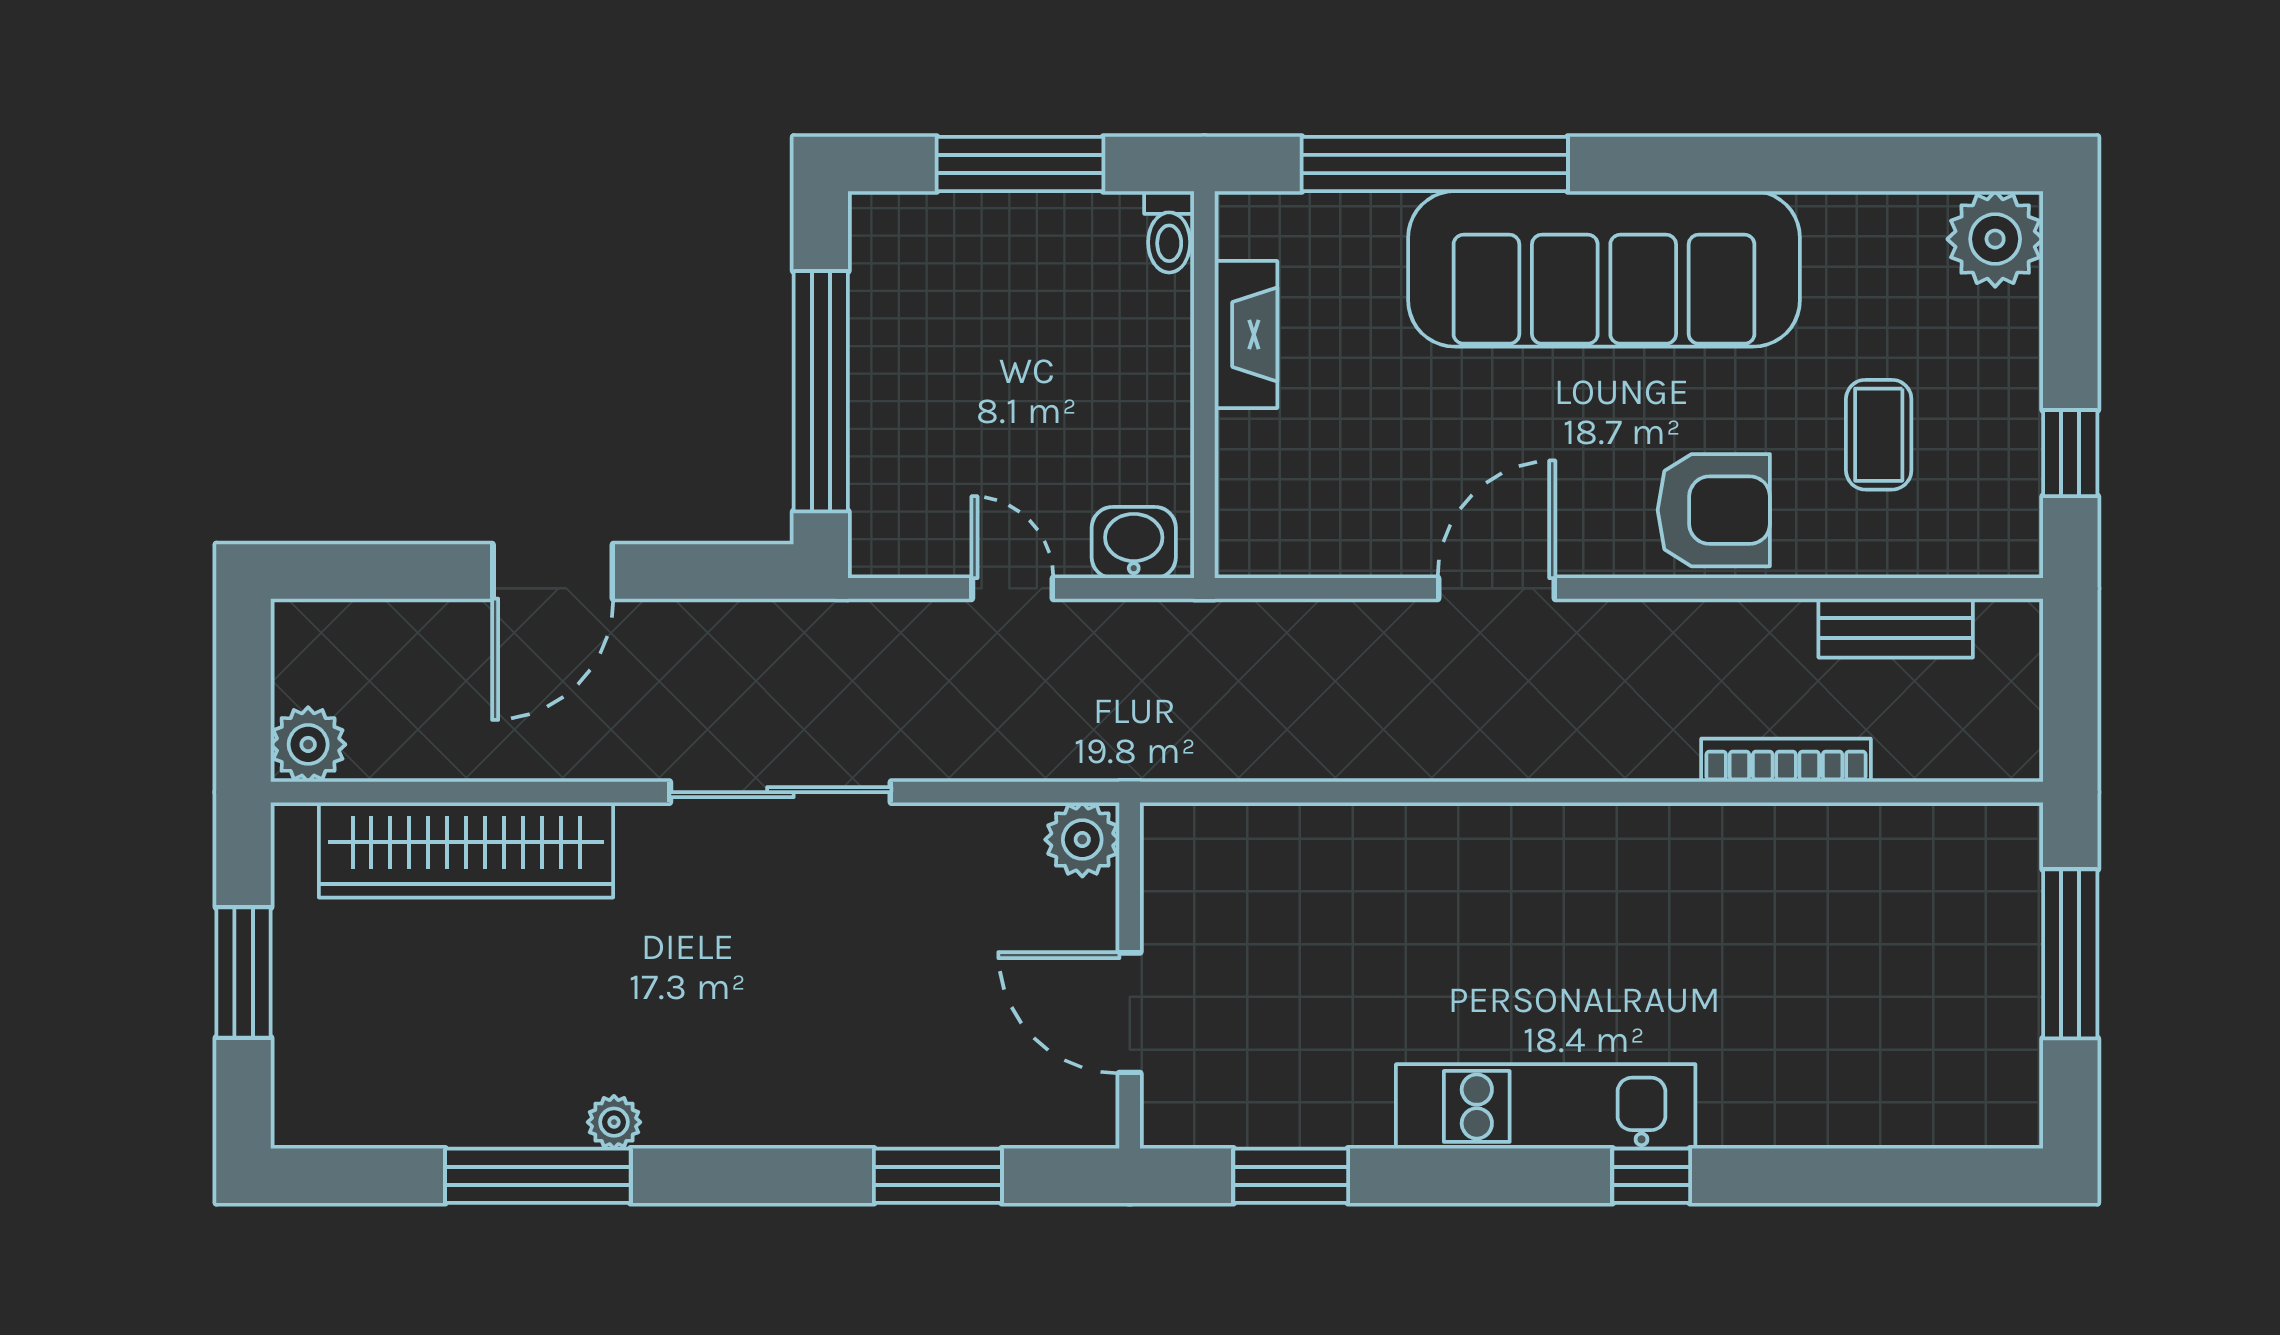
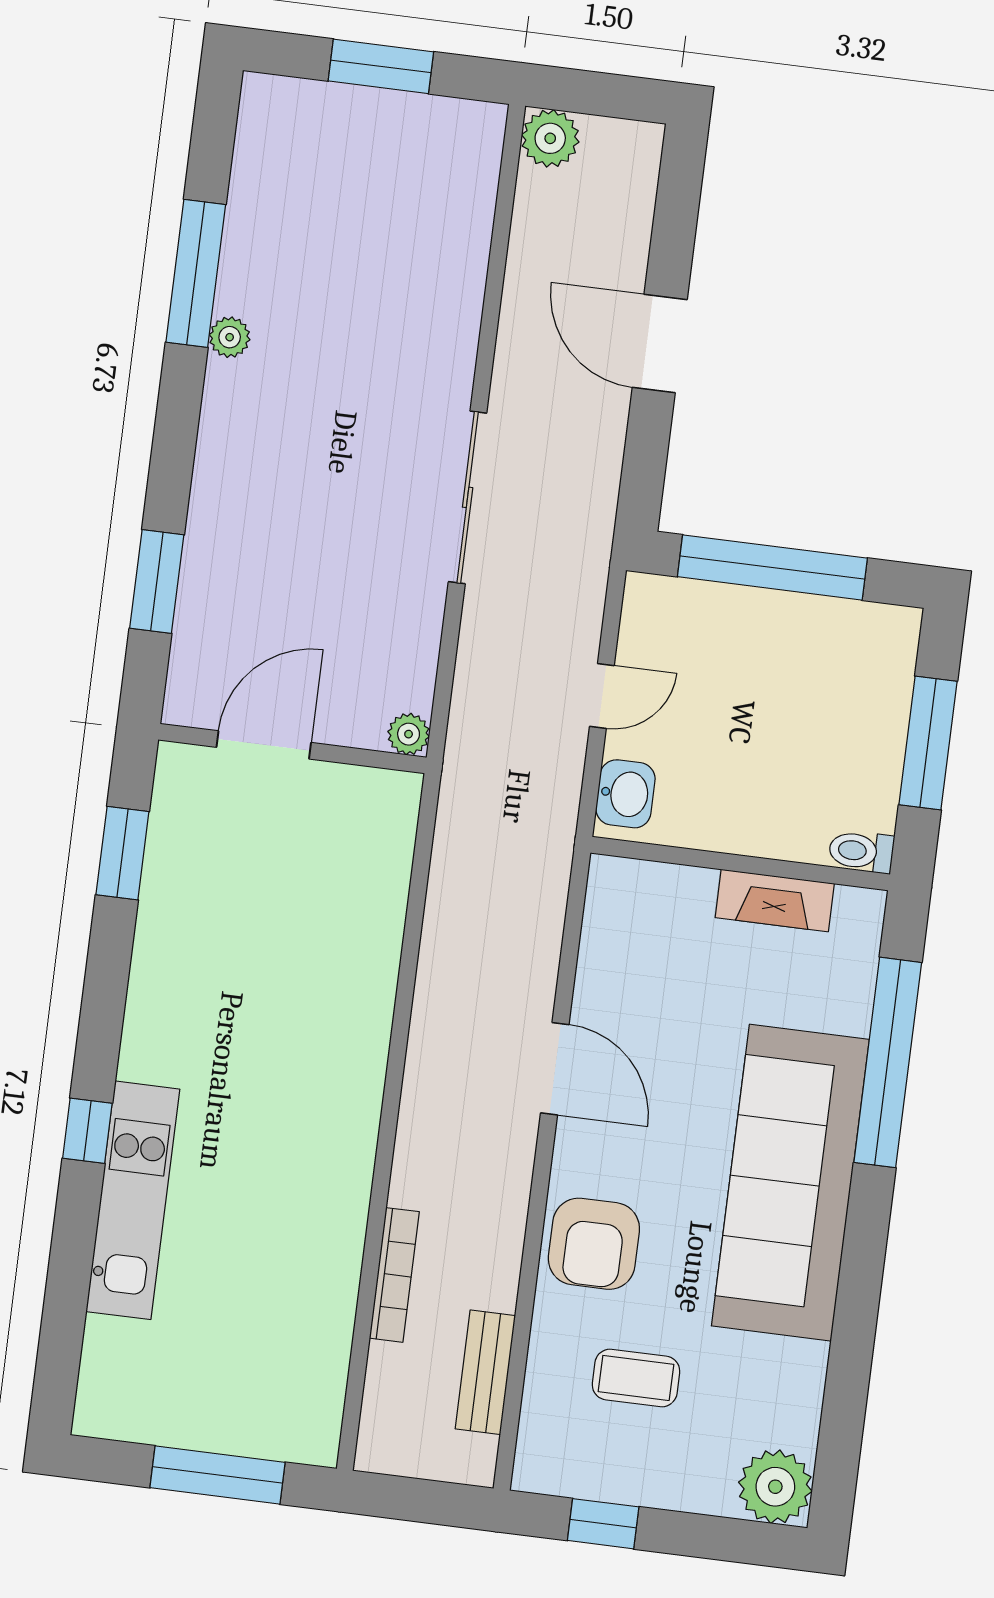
plant: (1082, 840) -> (409, 734), width x0.73, depth x0.73
wardrobe: (466, 850) -> (454, 250), removed
kitchen unit: (1546, 1106) -> (133, 1200), moved

